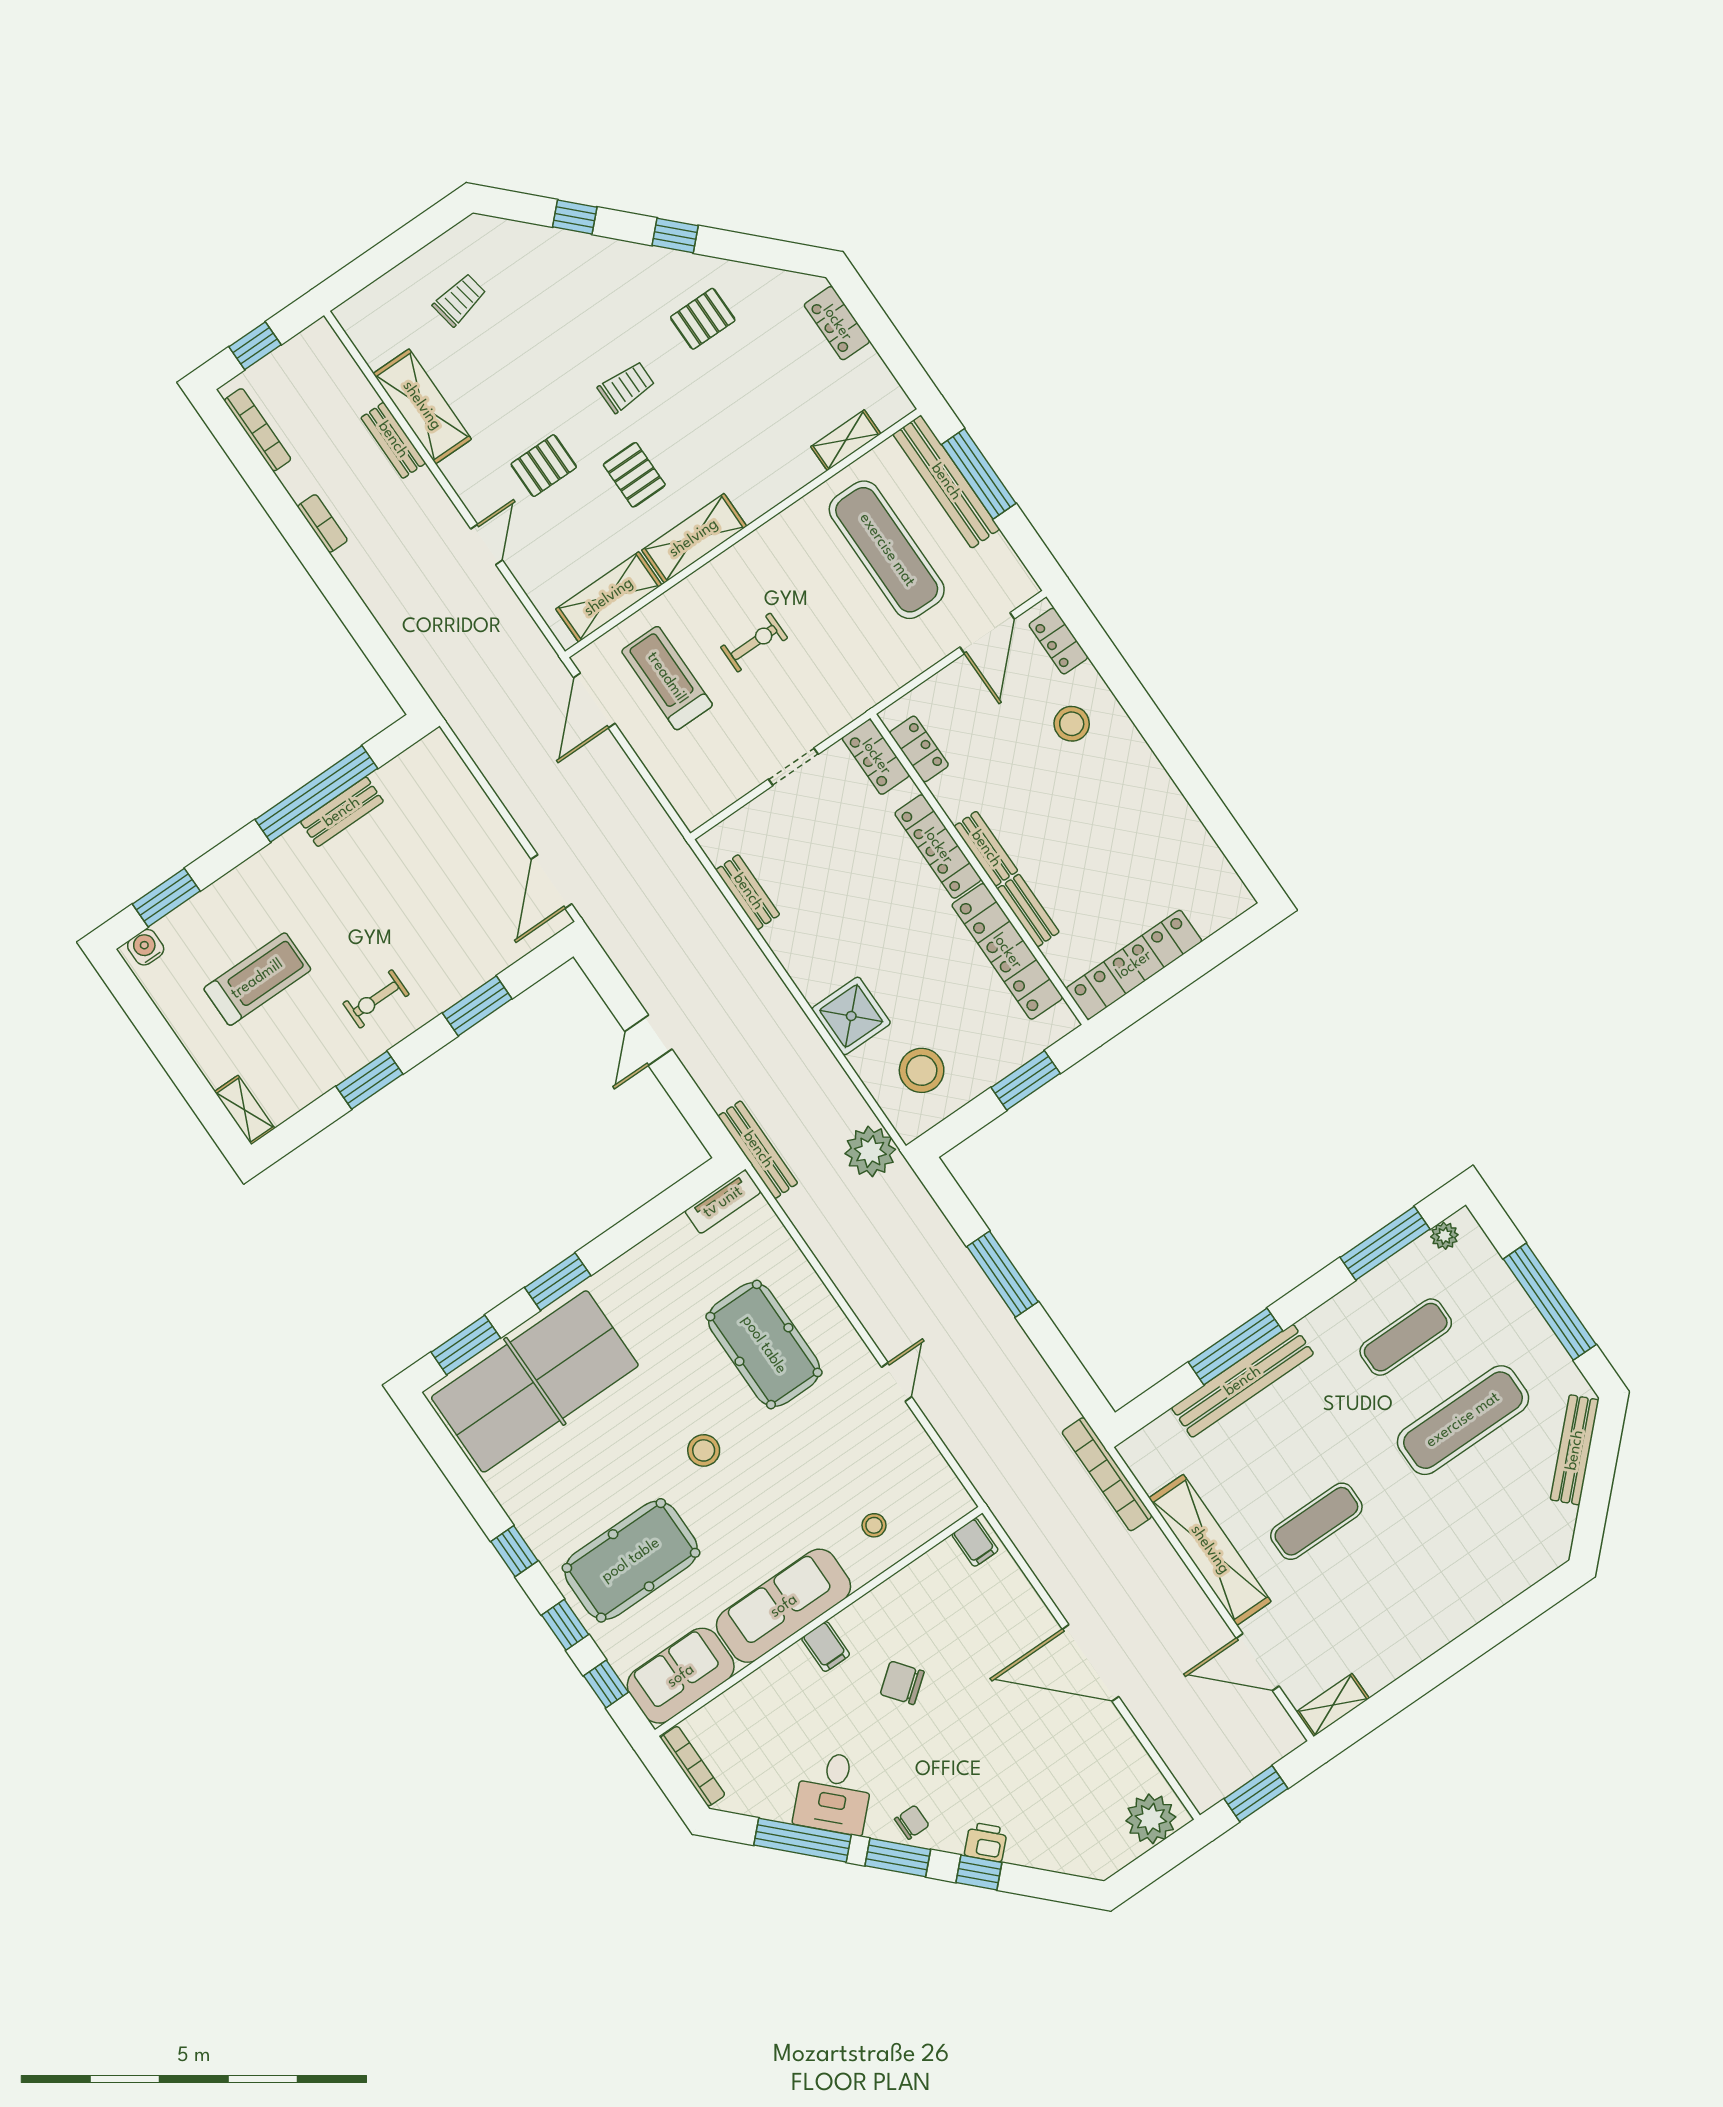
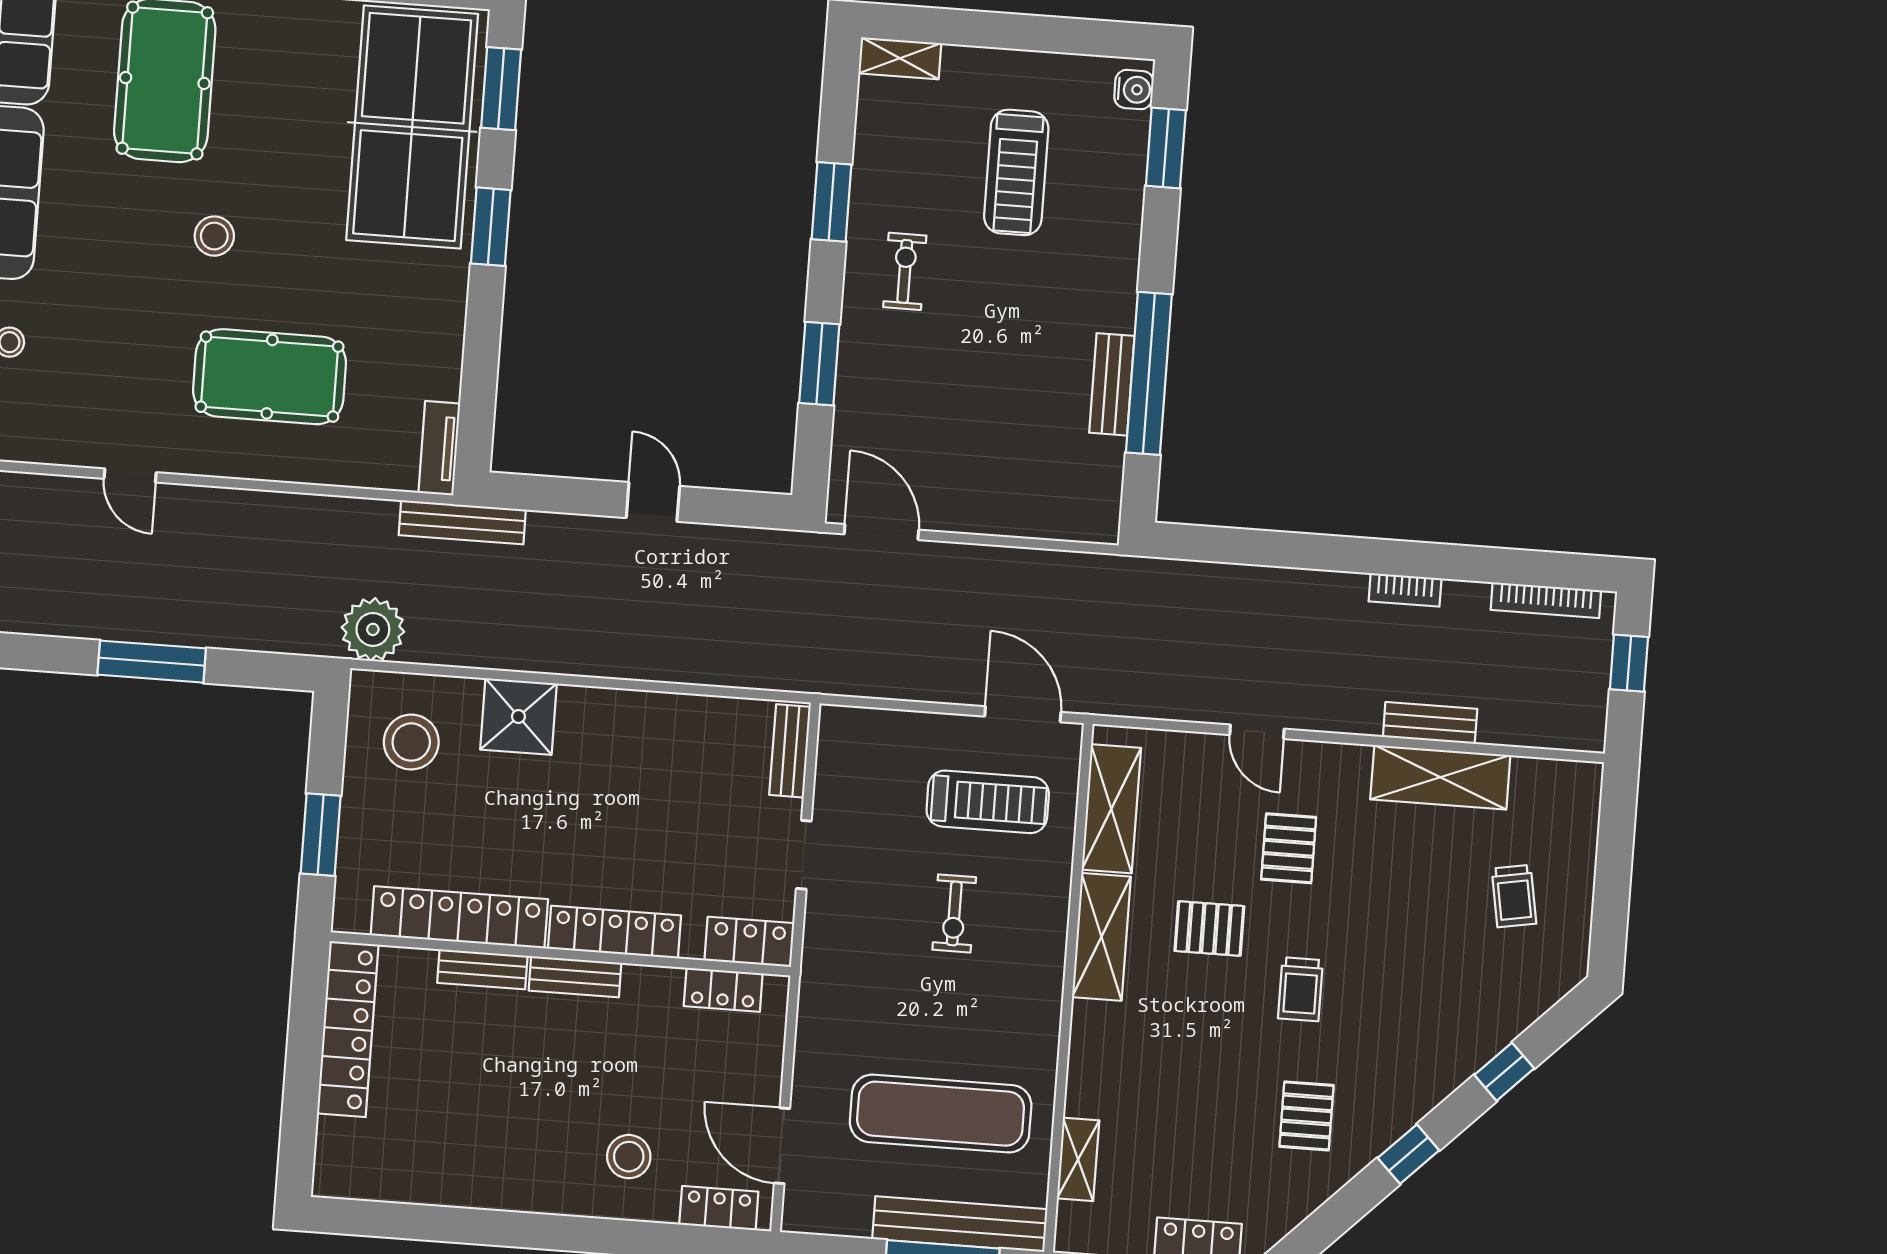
bench: (748, 892) -> (790, 751), moved, turned 90

